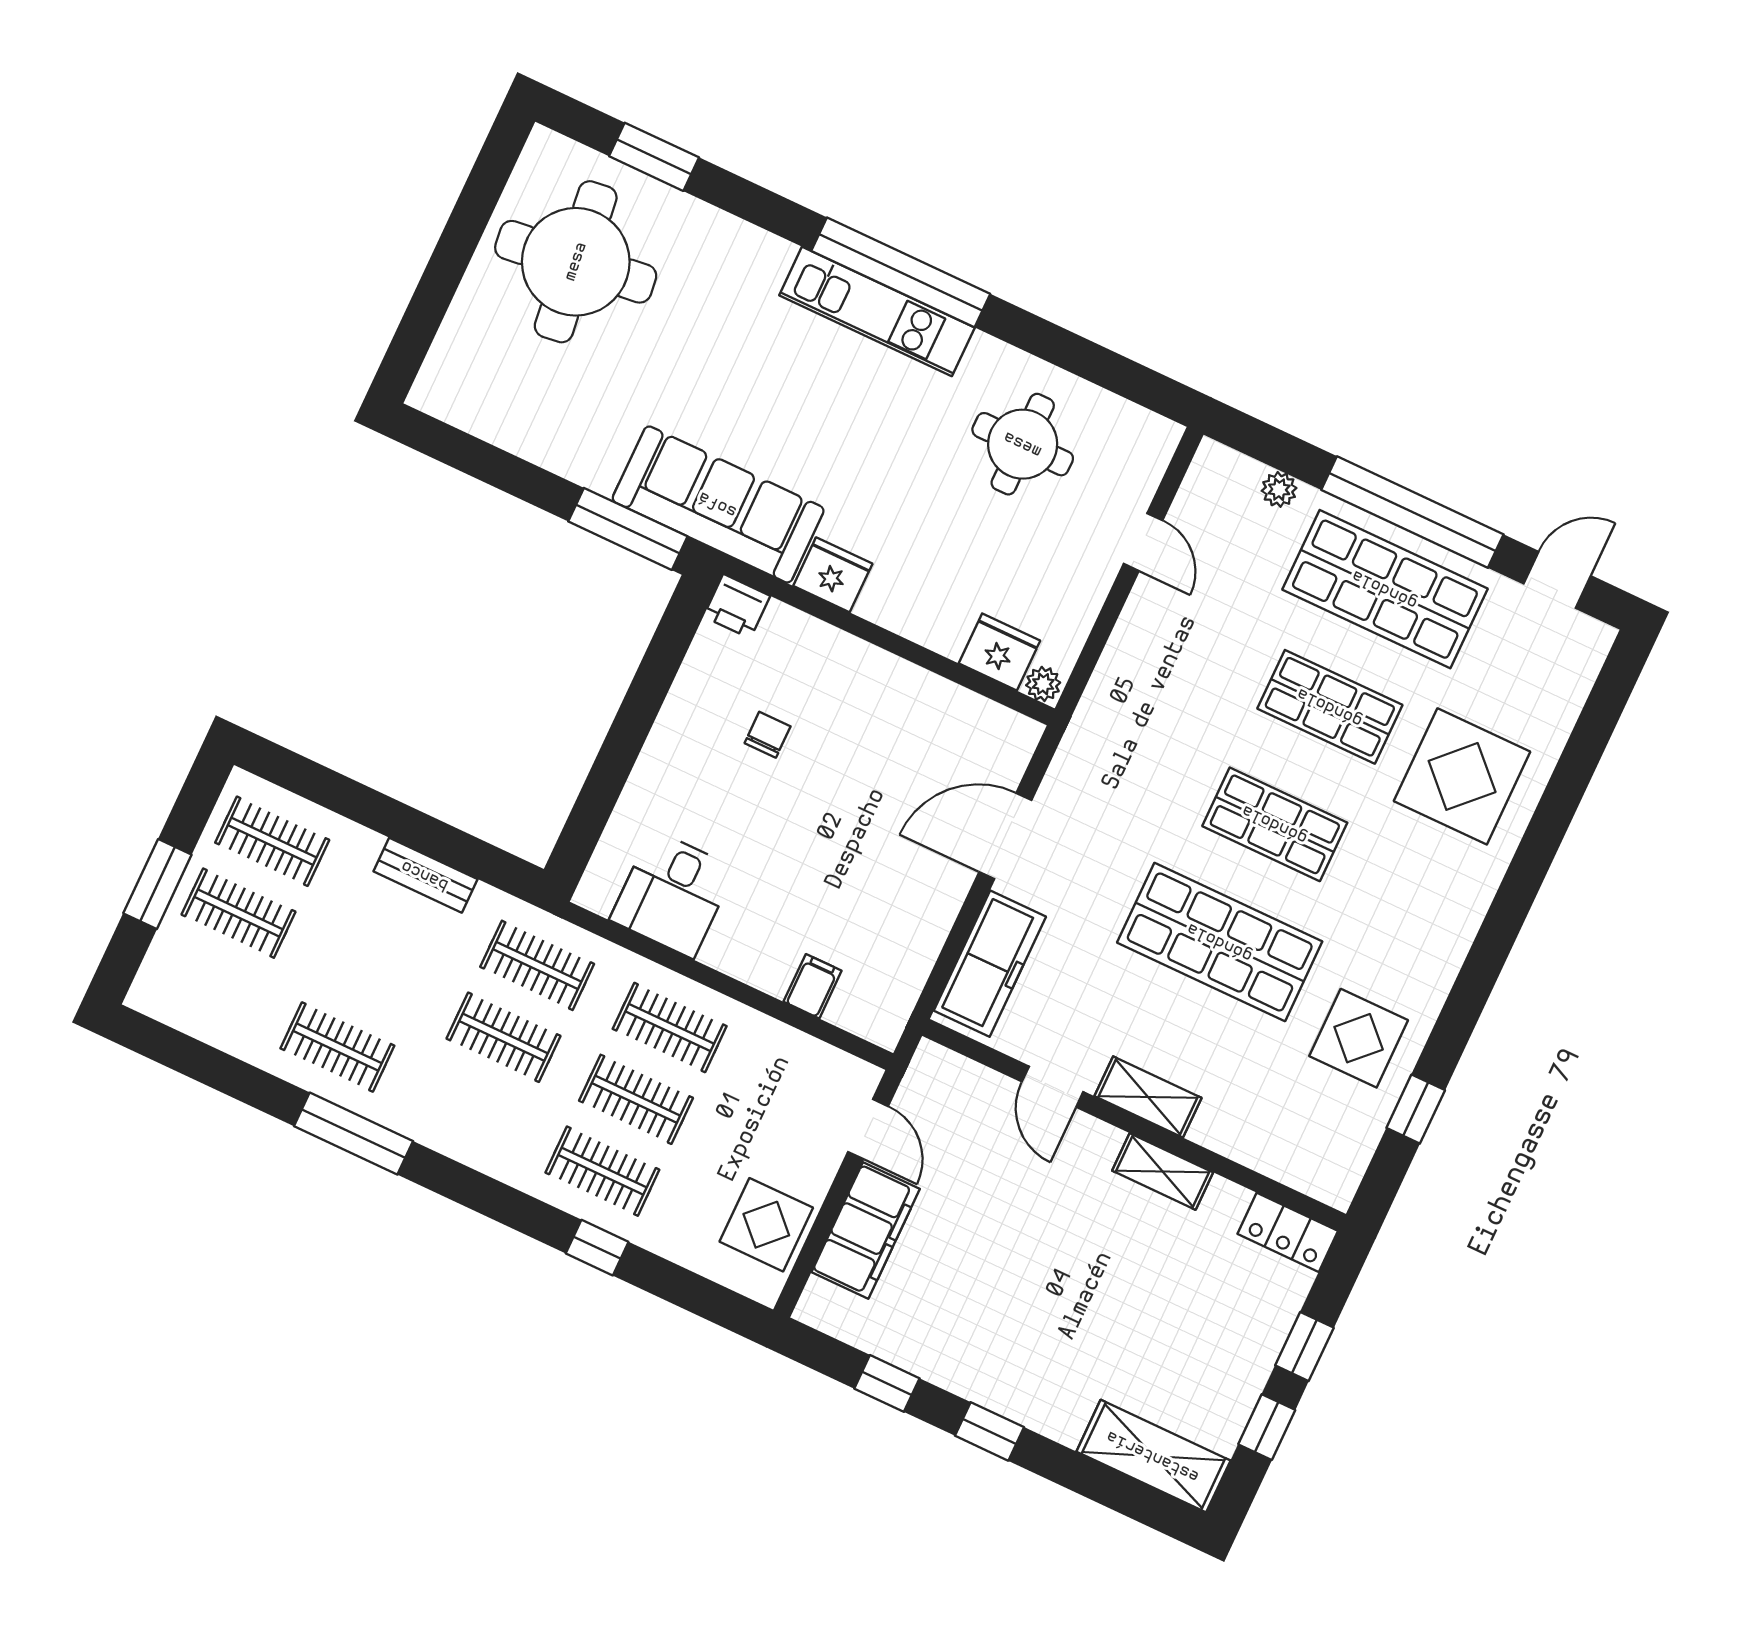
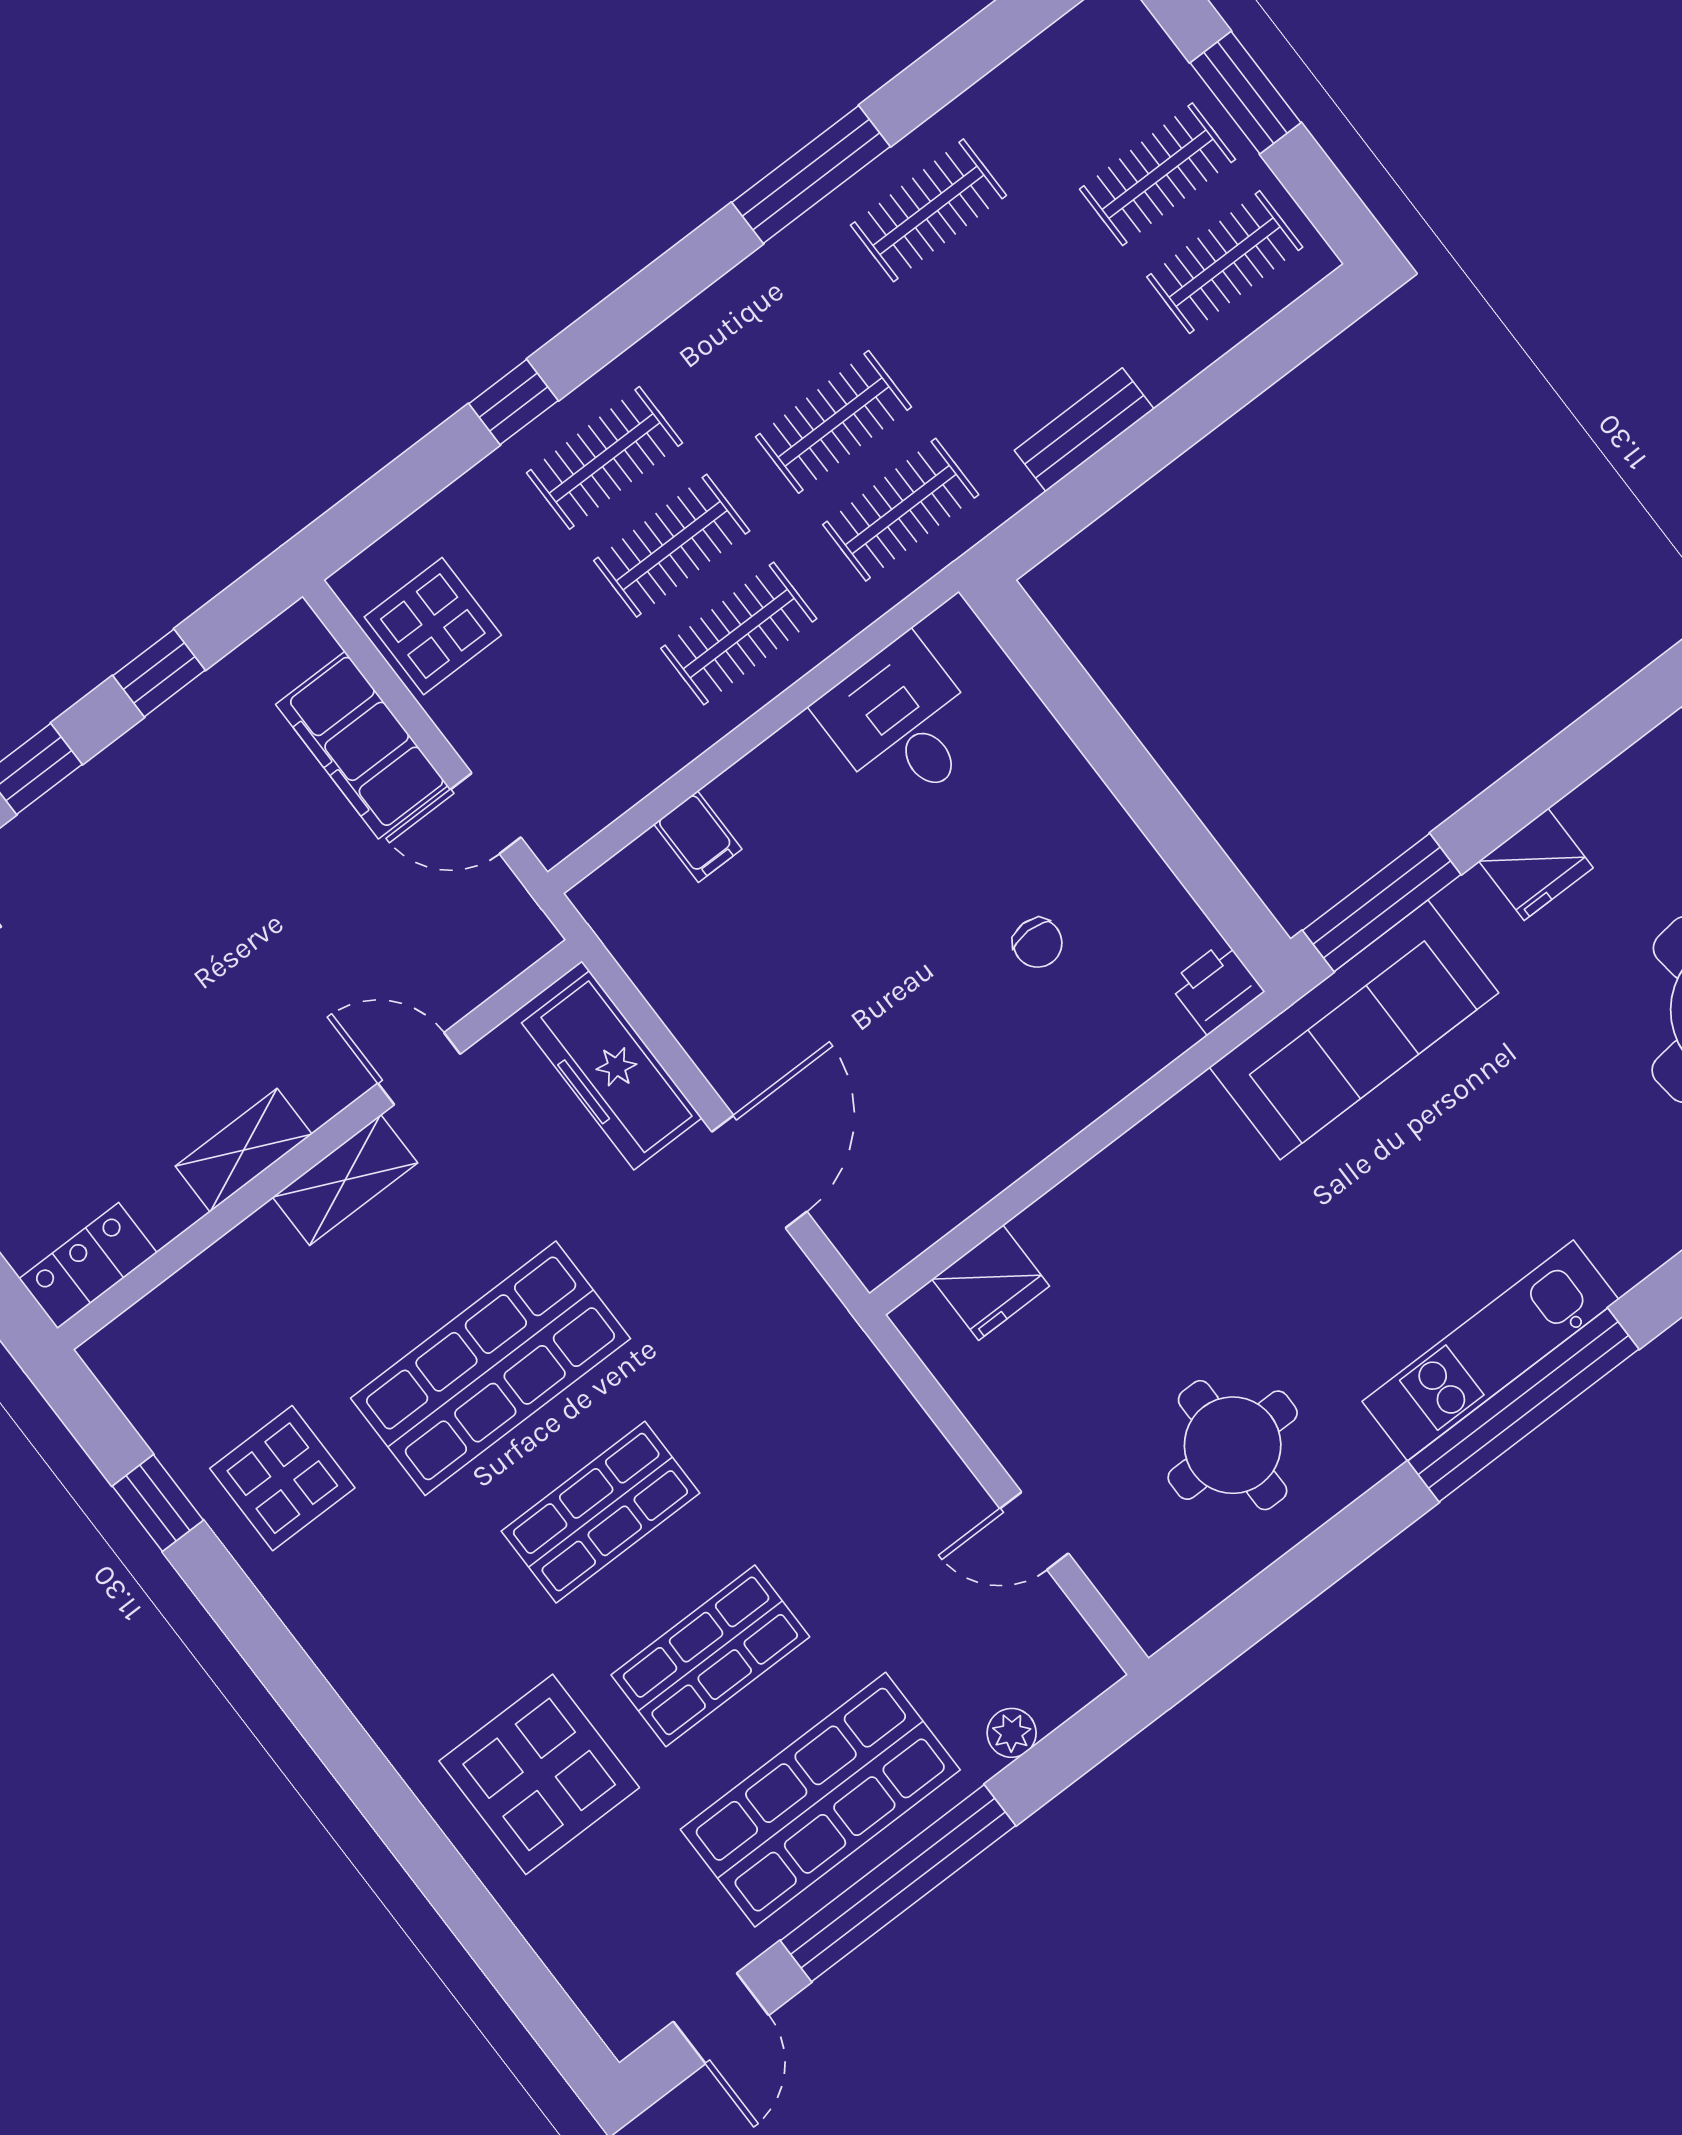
fridge: (833, 575) -> (1536, 864), moved
plant: (1043, 684) -> (923, 1316), removed

